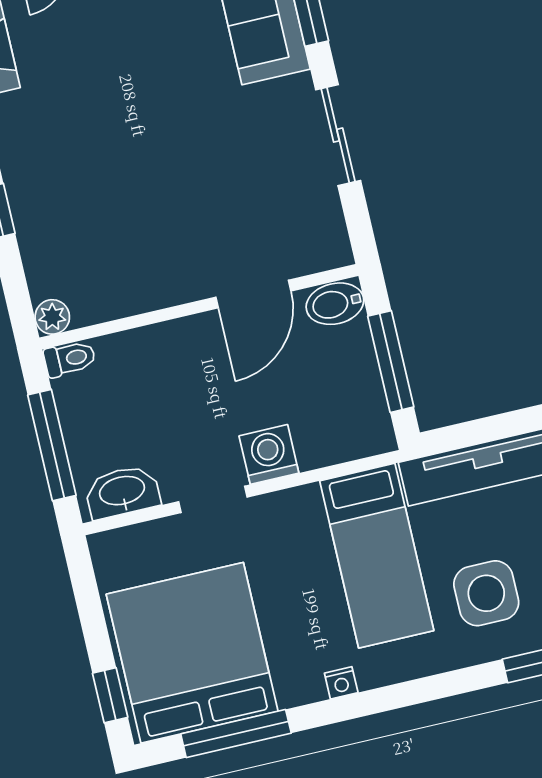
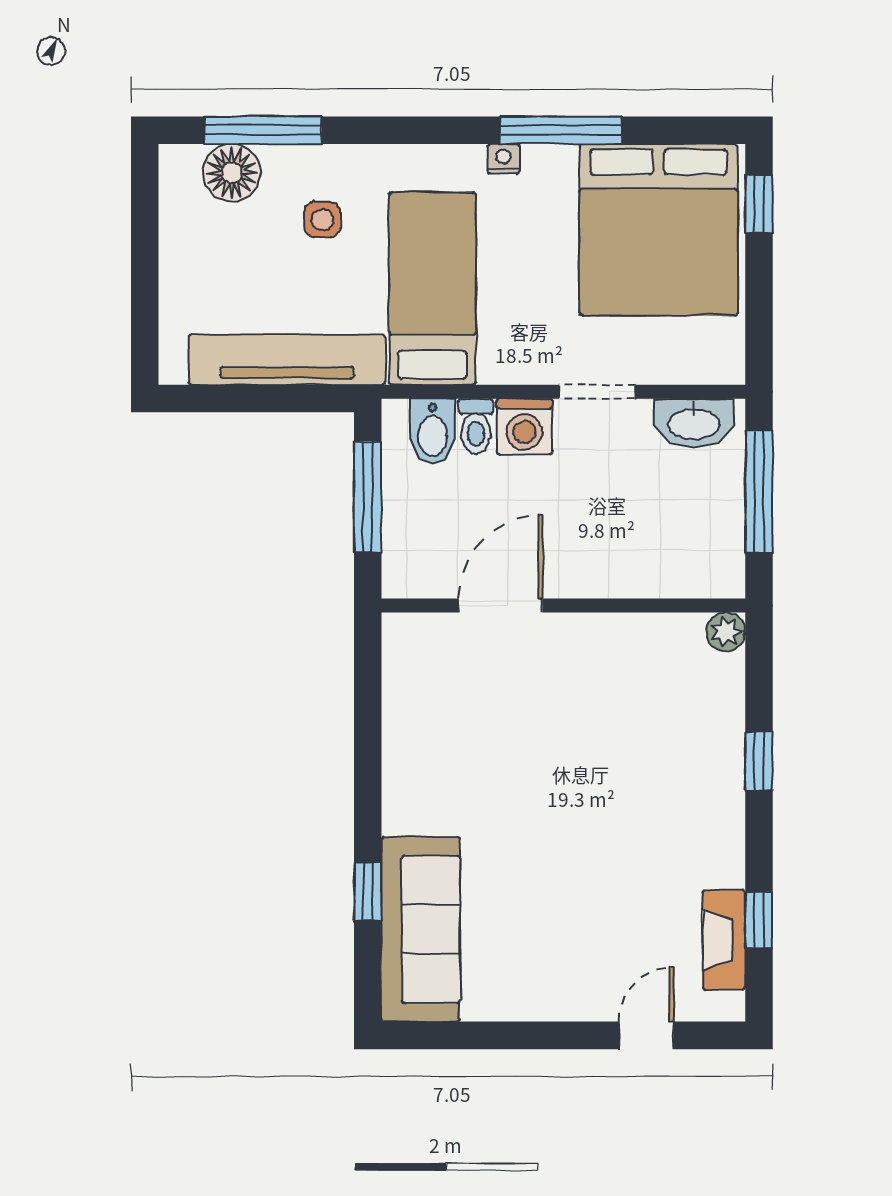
sliding door: (338, 135) -> (368, 758), removed
bidet: (335, 304) -> (433, 431), moved, turned 90
toilet: (70, 359) -> (476, 426), moved, turned -90
side table: (486, 593) -> (322, 220), width x0.54, depth x0.54
window: (236, 734) -> (561, 130), moved

